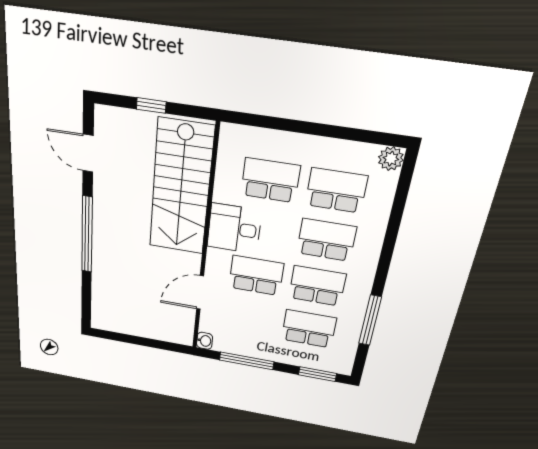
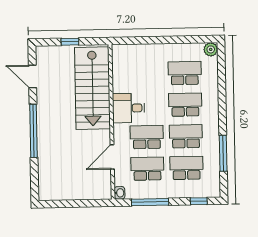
school desk: (270, 180) -> (147, 169), moved
window: (317, 374) -> (199, 201), width x0.67

